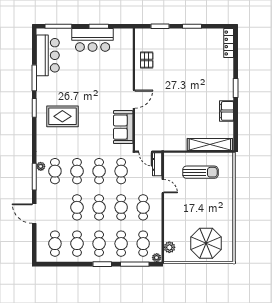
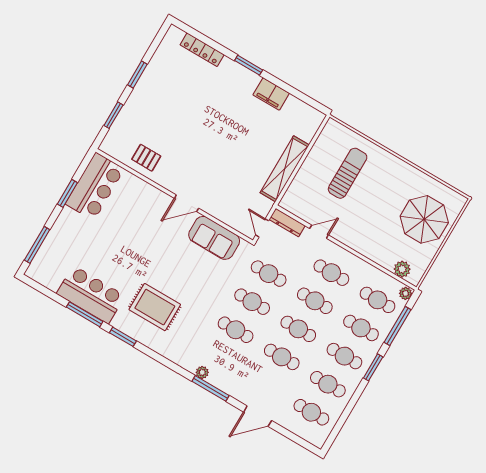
bar counter: (93, 40) -> (95, 186), moved
locker: (229, 43) -> (202, 50), moved
bar counter: (48, 55) -> (91, 295), moved
door: (134, 99) -> (186, 203), swing flipped
rug: (62, 116) -> (155, 307), turned 90
shelving: (210, 144) -> (285, 169), moved
door: (145, 152) -> (262, 228), swing flipped
cafe table: (55, 171) -> (219, 358), removed
sun lounger: (200, 172) -> (348, 173), moved

